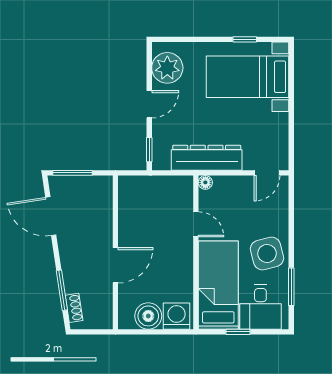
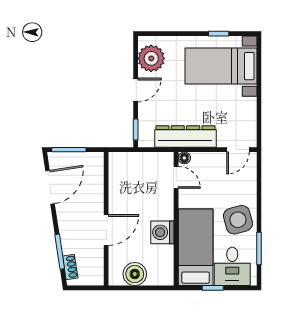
door: (51, 216) -> (50, 187), swing flipped
door: (196, 224) -> (176, 177), moved
washing machine: (177, 316) -> (162, 232), moved, turned -90

